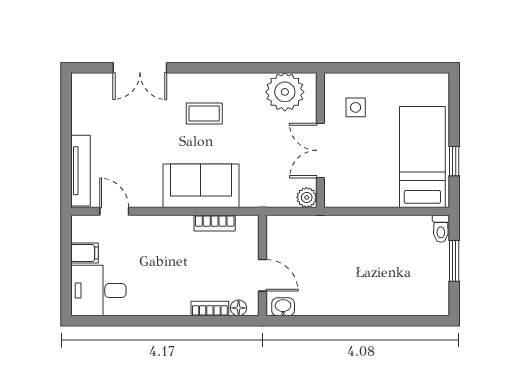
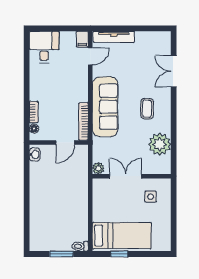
plant: (285, 92) -> (160, 144), moved
sofa: (201, 186) -> (105, 107), width x1.36
bookcase: (215, 223) -> (83, 121), width x1.56
filing cabinet: (85, 253) -> (82, 39), moved
door: (263, 275) -> (65, 143), moved

